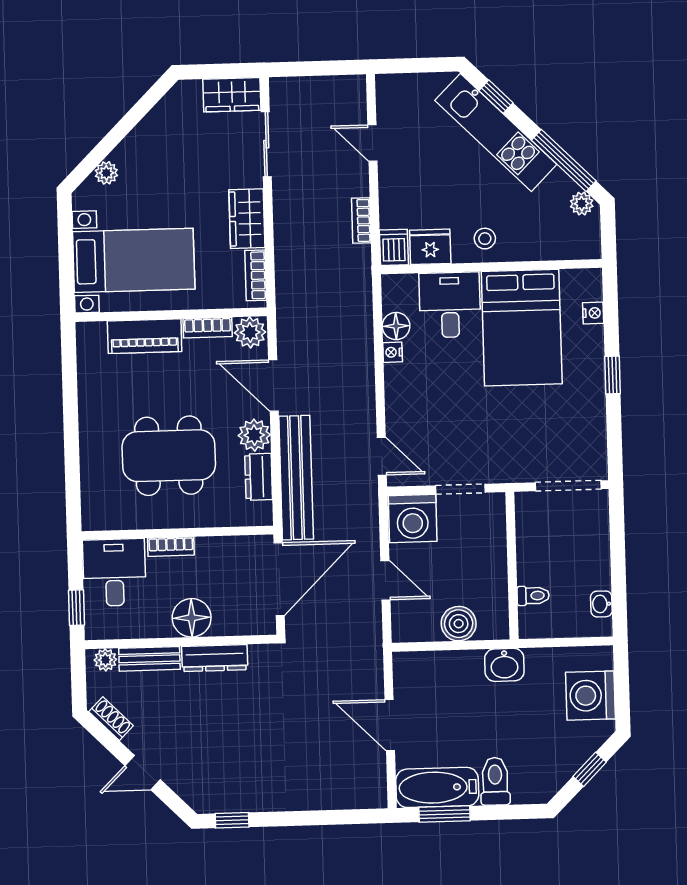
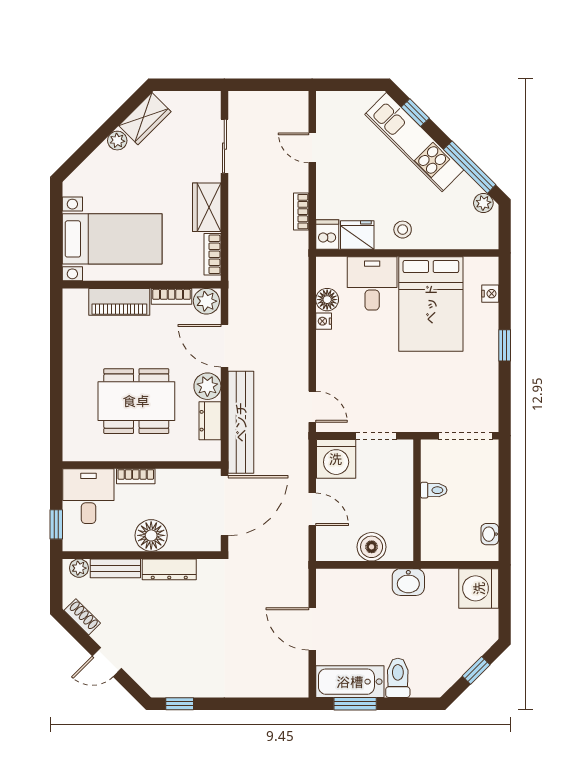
wardrobe: (232, 95) -> (145, 119), moved, turned -45
plant: (106, 173) -> (117, 141), moved
toilet: (533, 596) -> (434, 490), moved
washing machine: (591, 696) -> (479, 588), moved

